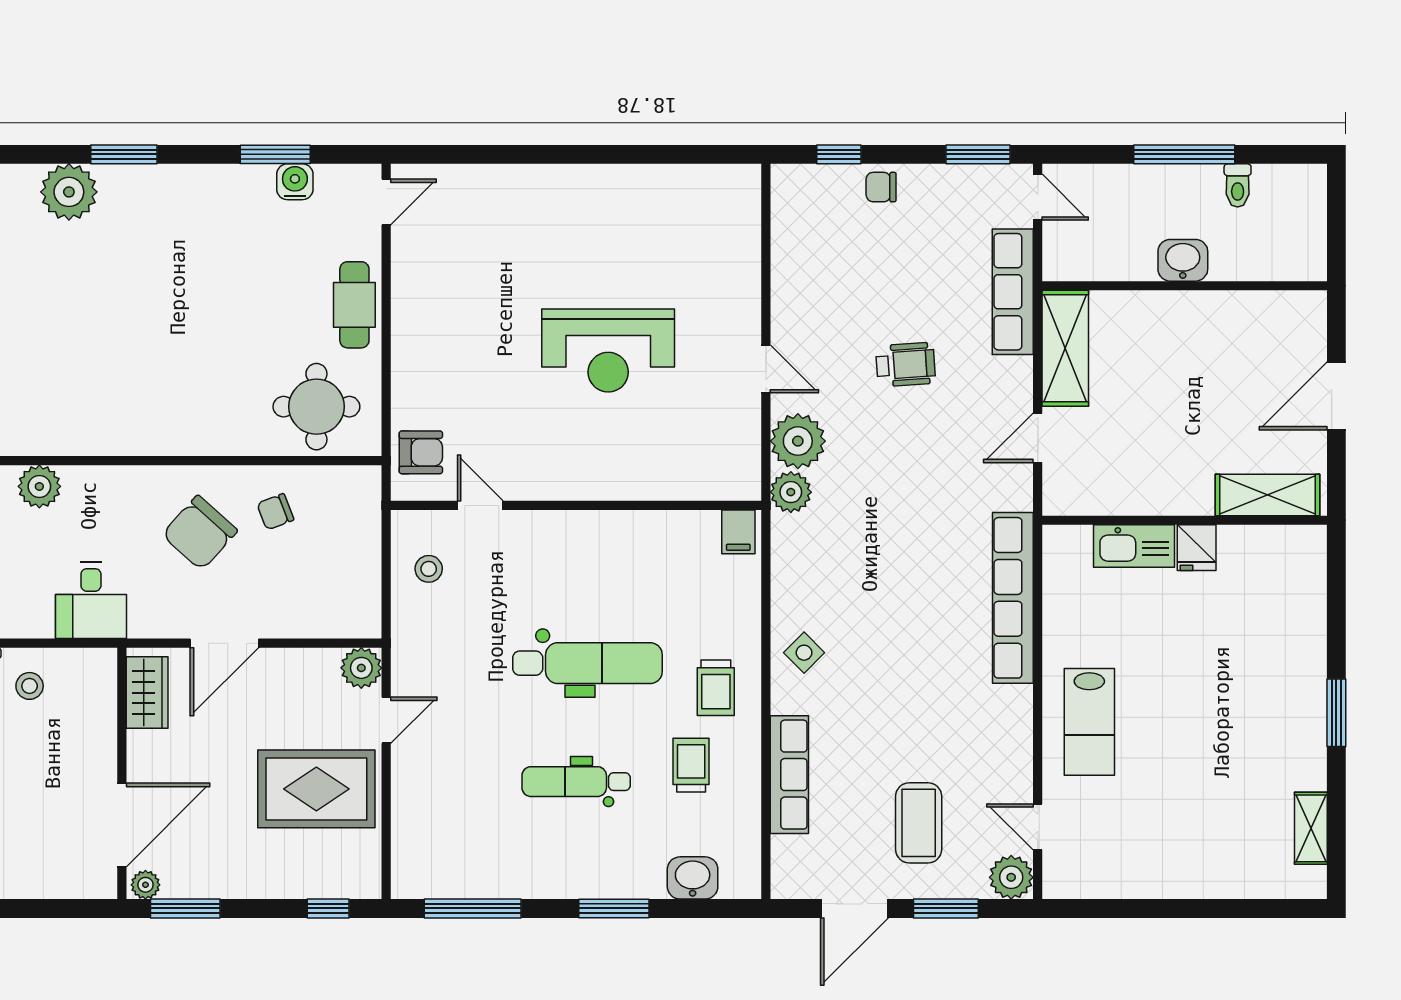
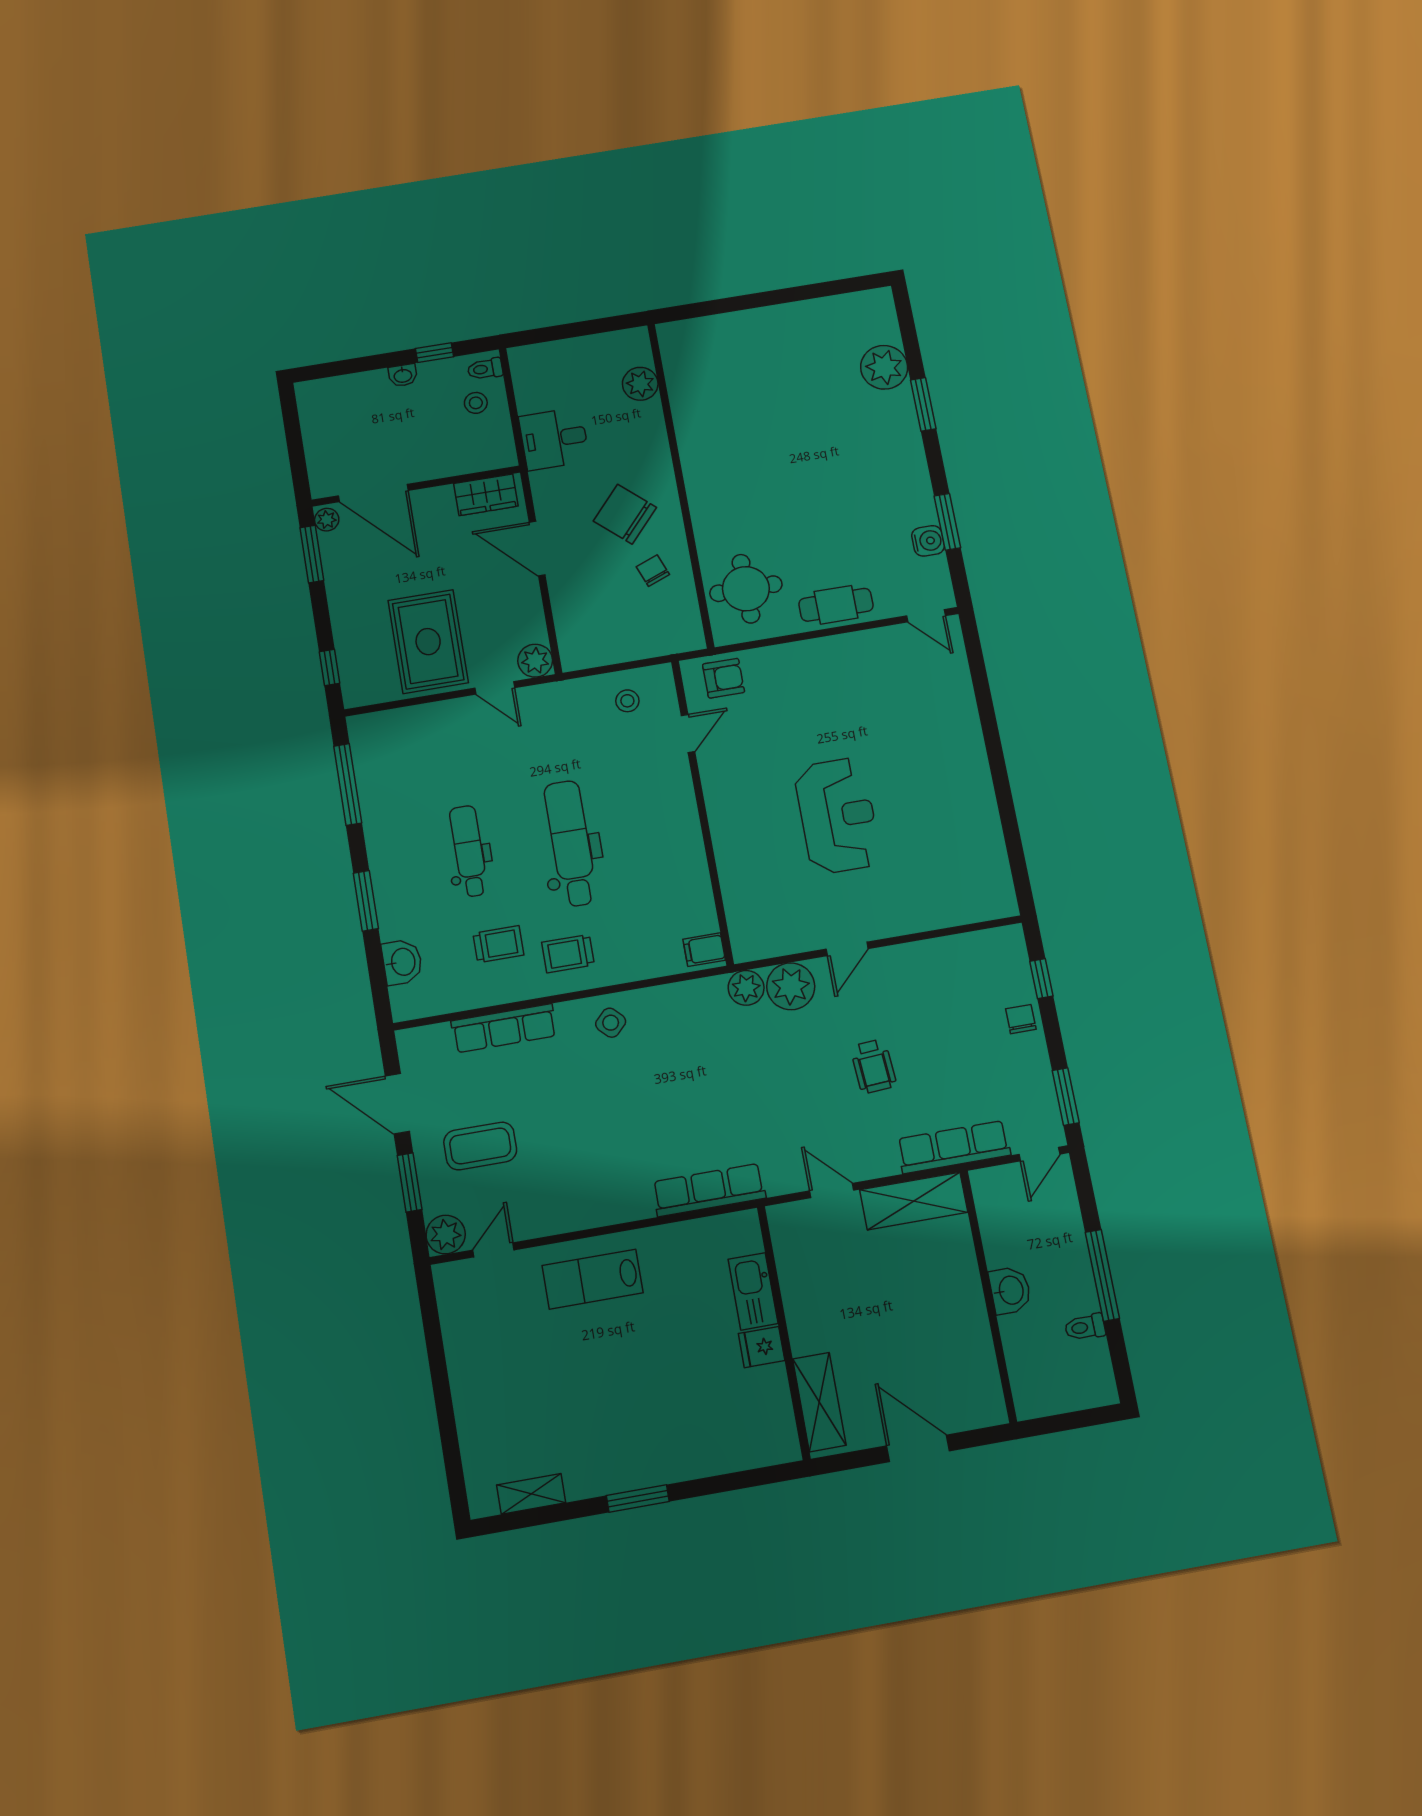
reception desk: (608, 351) -> (838, 816), turned 180
armchair: (421, 452) -> (724, 678), turned -90
row of seats: (1013, 598) -> (709, 1190), width x0.73
dental chair: (587, 663) -> (571, 843), turned 180

